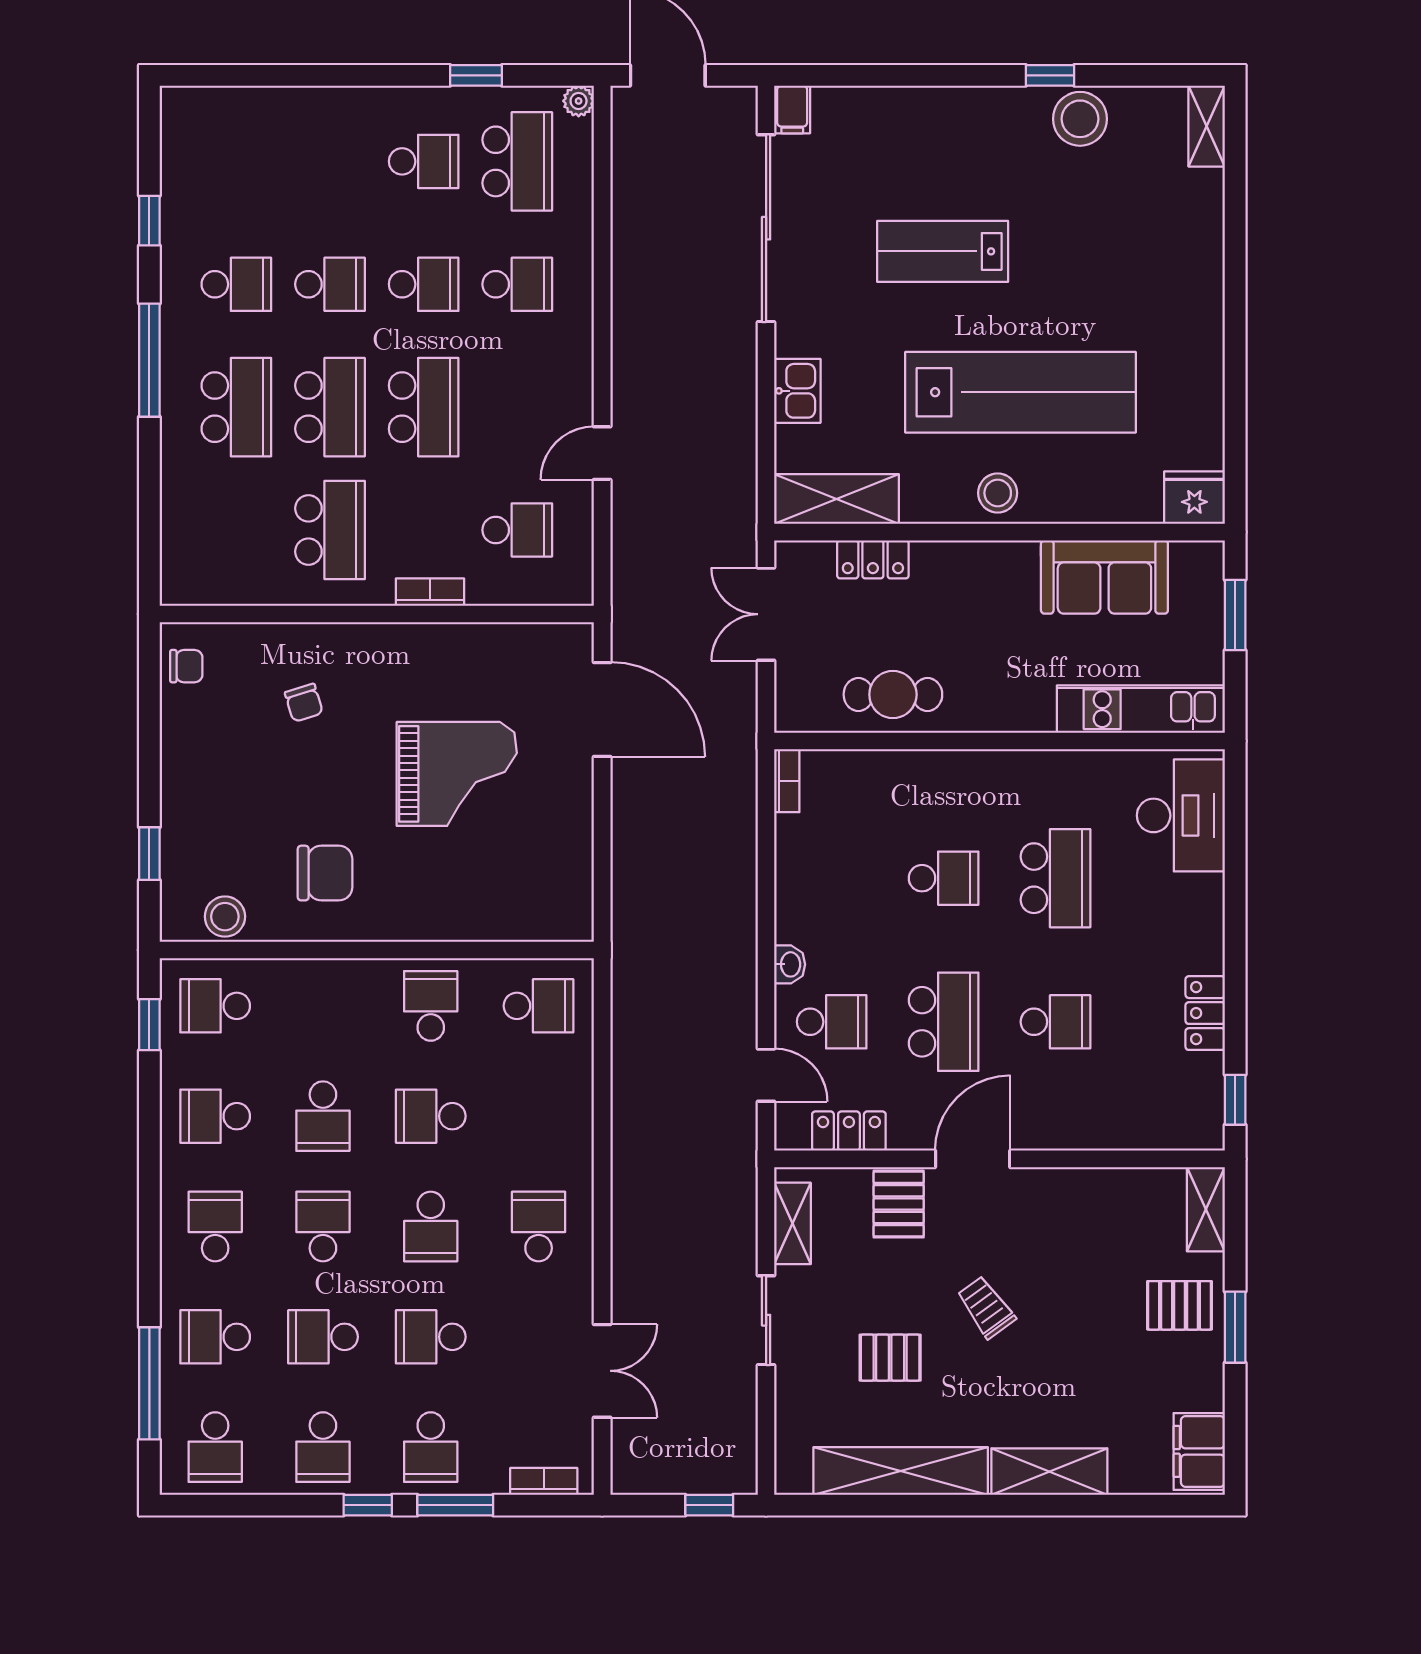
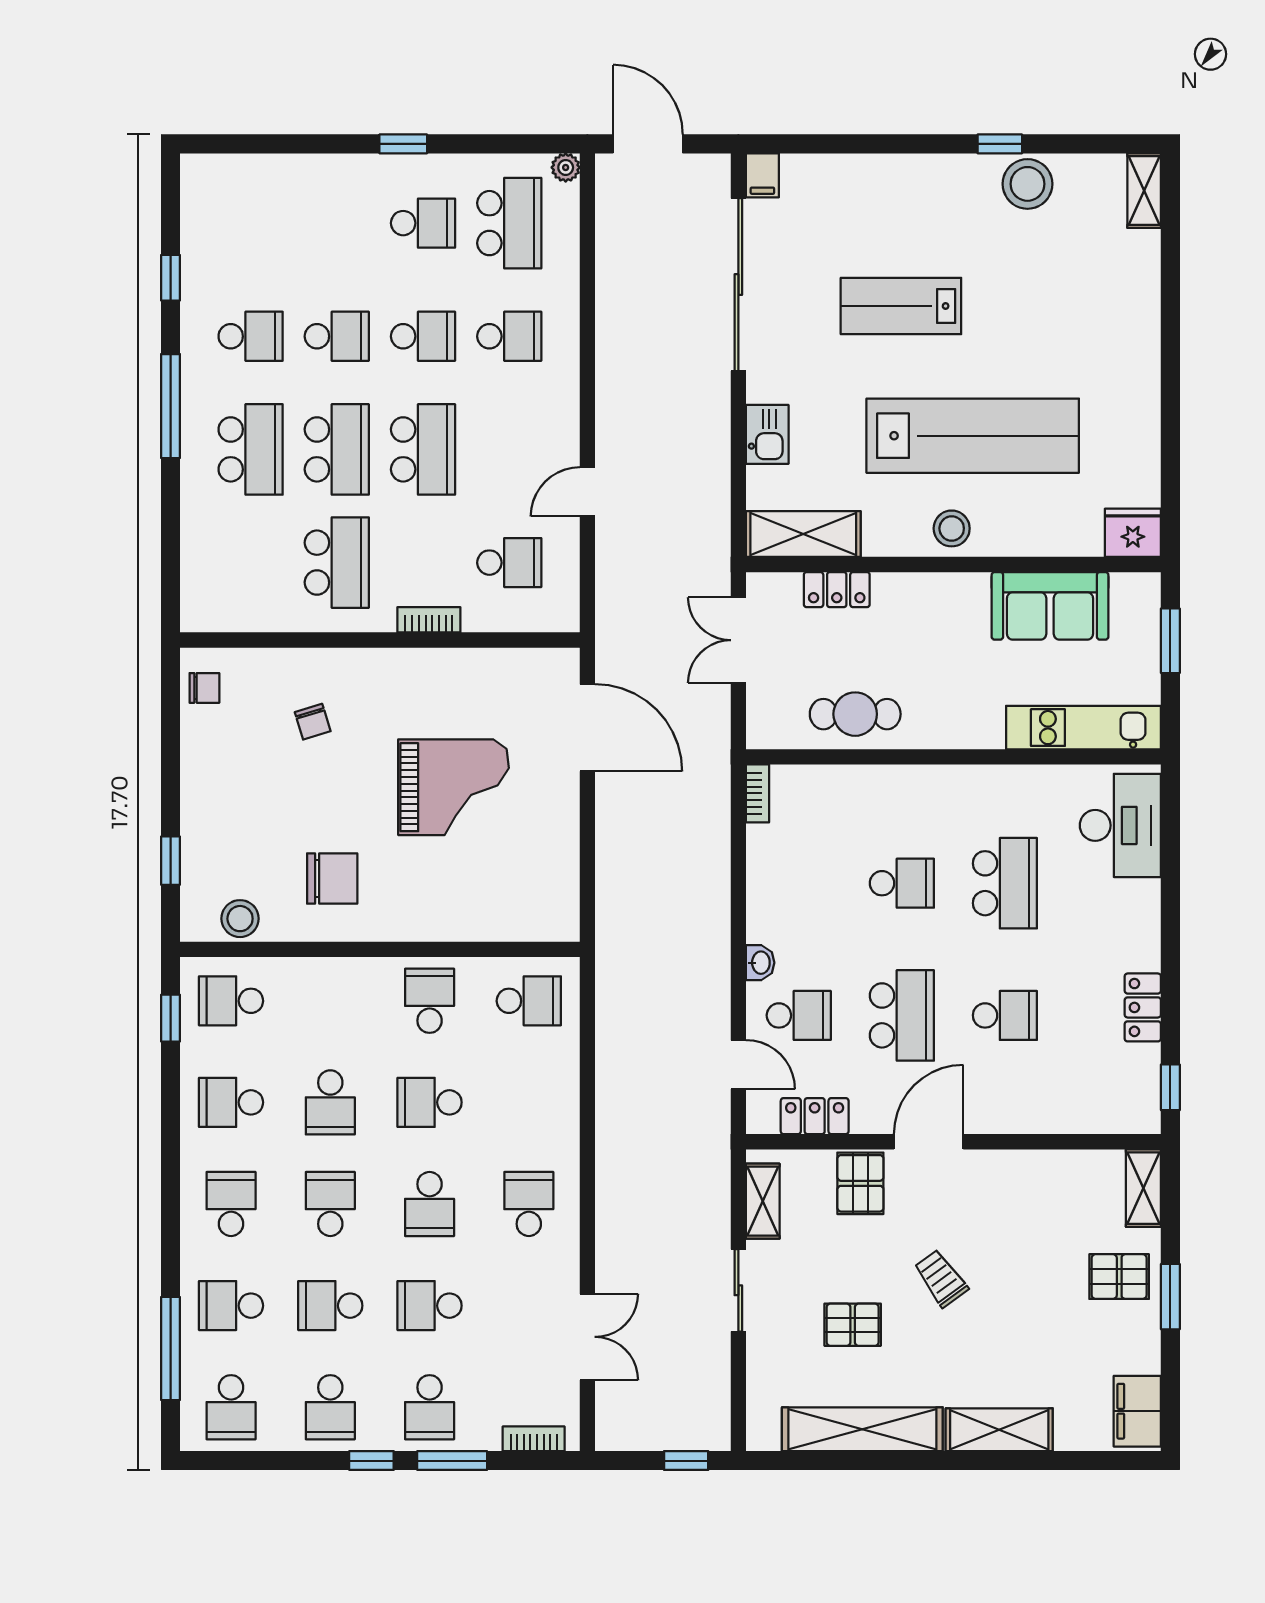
window: (476, 75) -> (403, 144), moved

